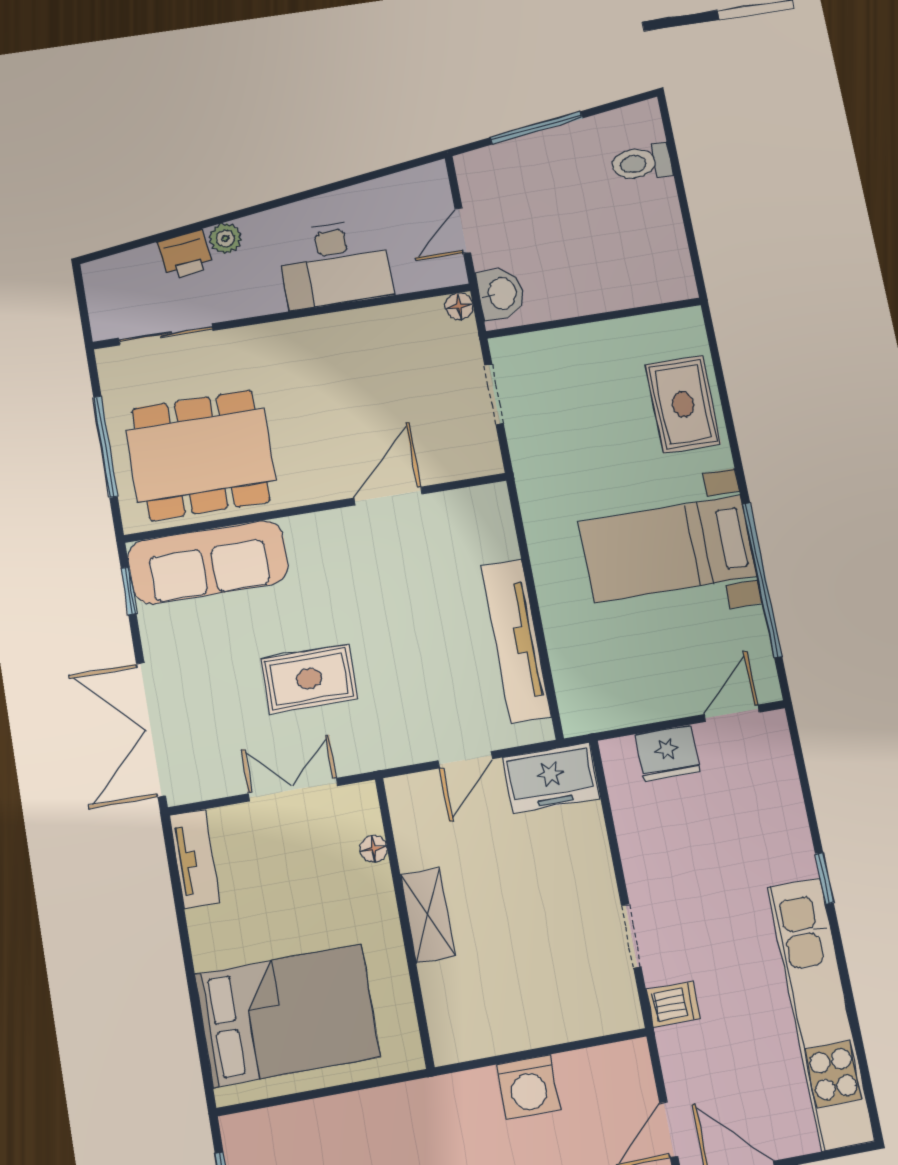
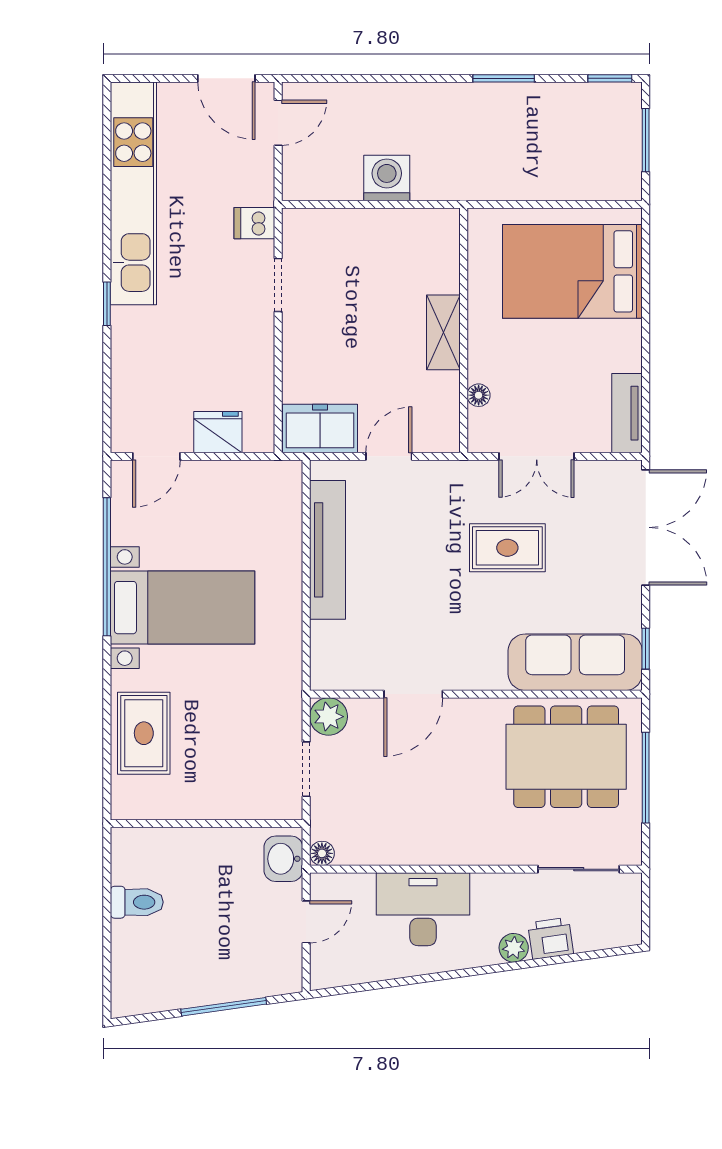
toilet: (641, 163) -> (137, 902), moved
plant: (480, 456) -> (329, 717), added

